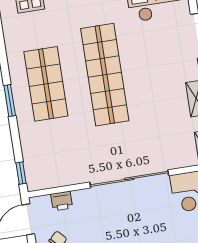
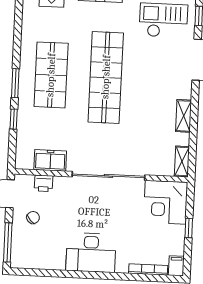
window: (21, 173) -> (14, 119), moved
freezer: (64, 175) -> (50, 160), added

